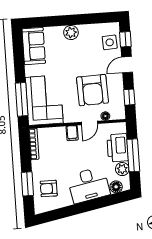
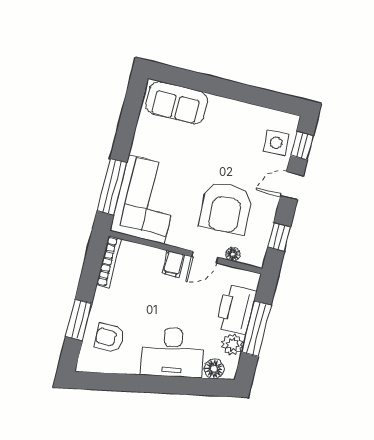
plant: (71, 32) -> (221, 108), removed
sofa: (34, 46) -> (177, 103), moved, turned 90

